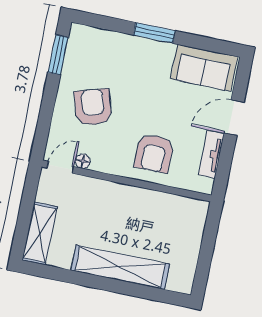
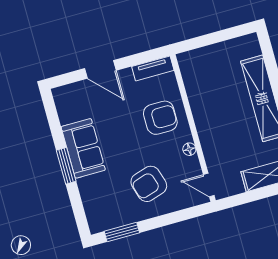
sofa: (204, 68) -> (83, 148), moved
tv unit: (211, 154) -> (153, 68), moved
floor lamp: (83, 161) -> (189, 149), moved

